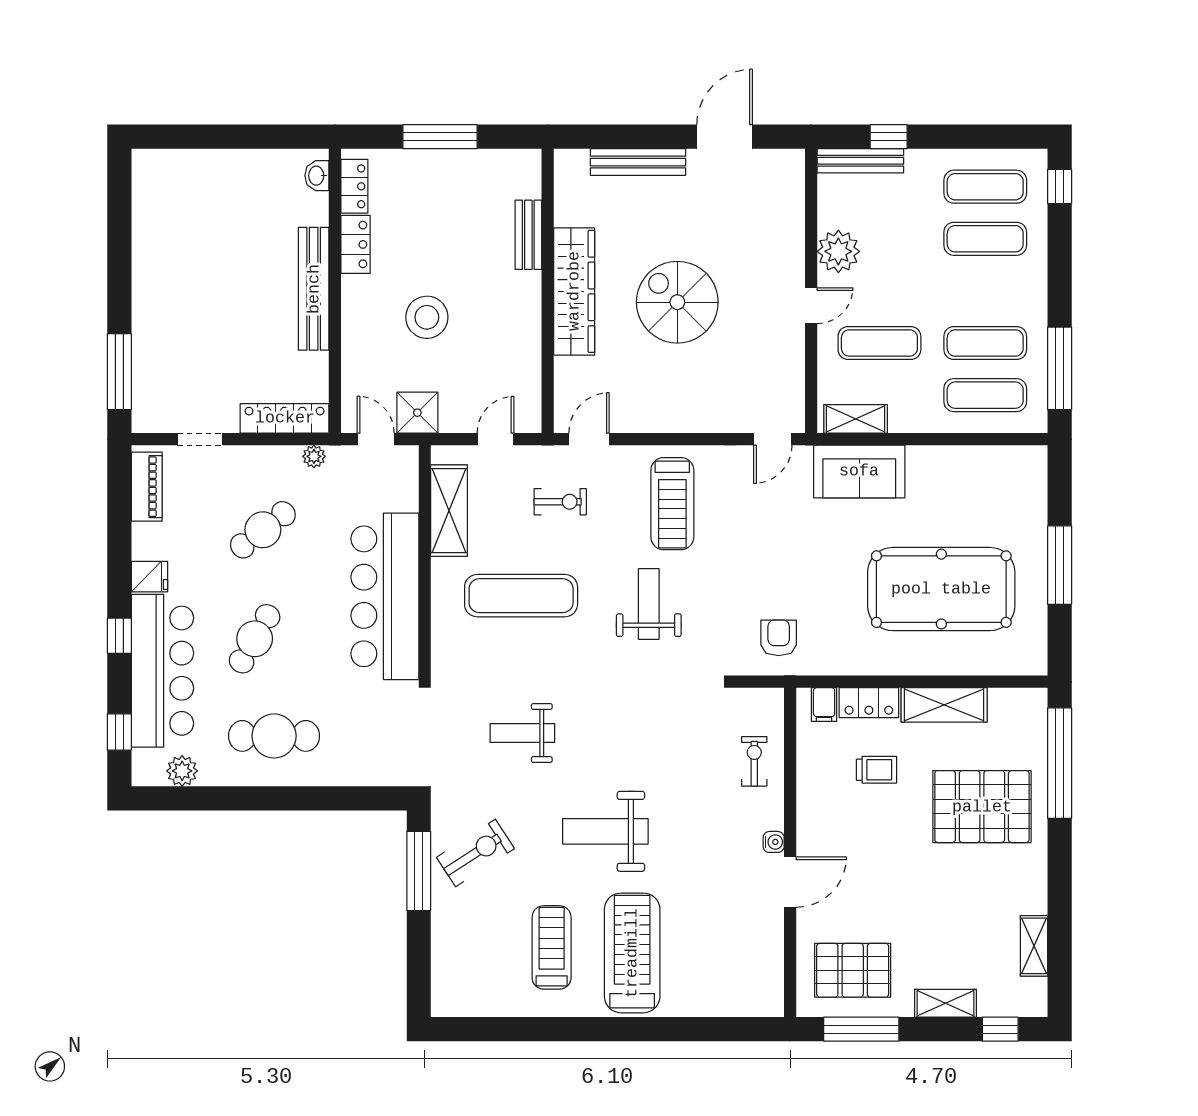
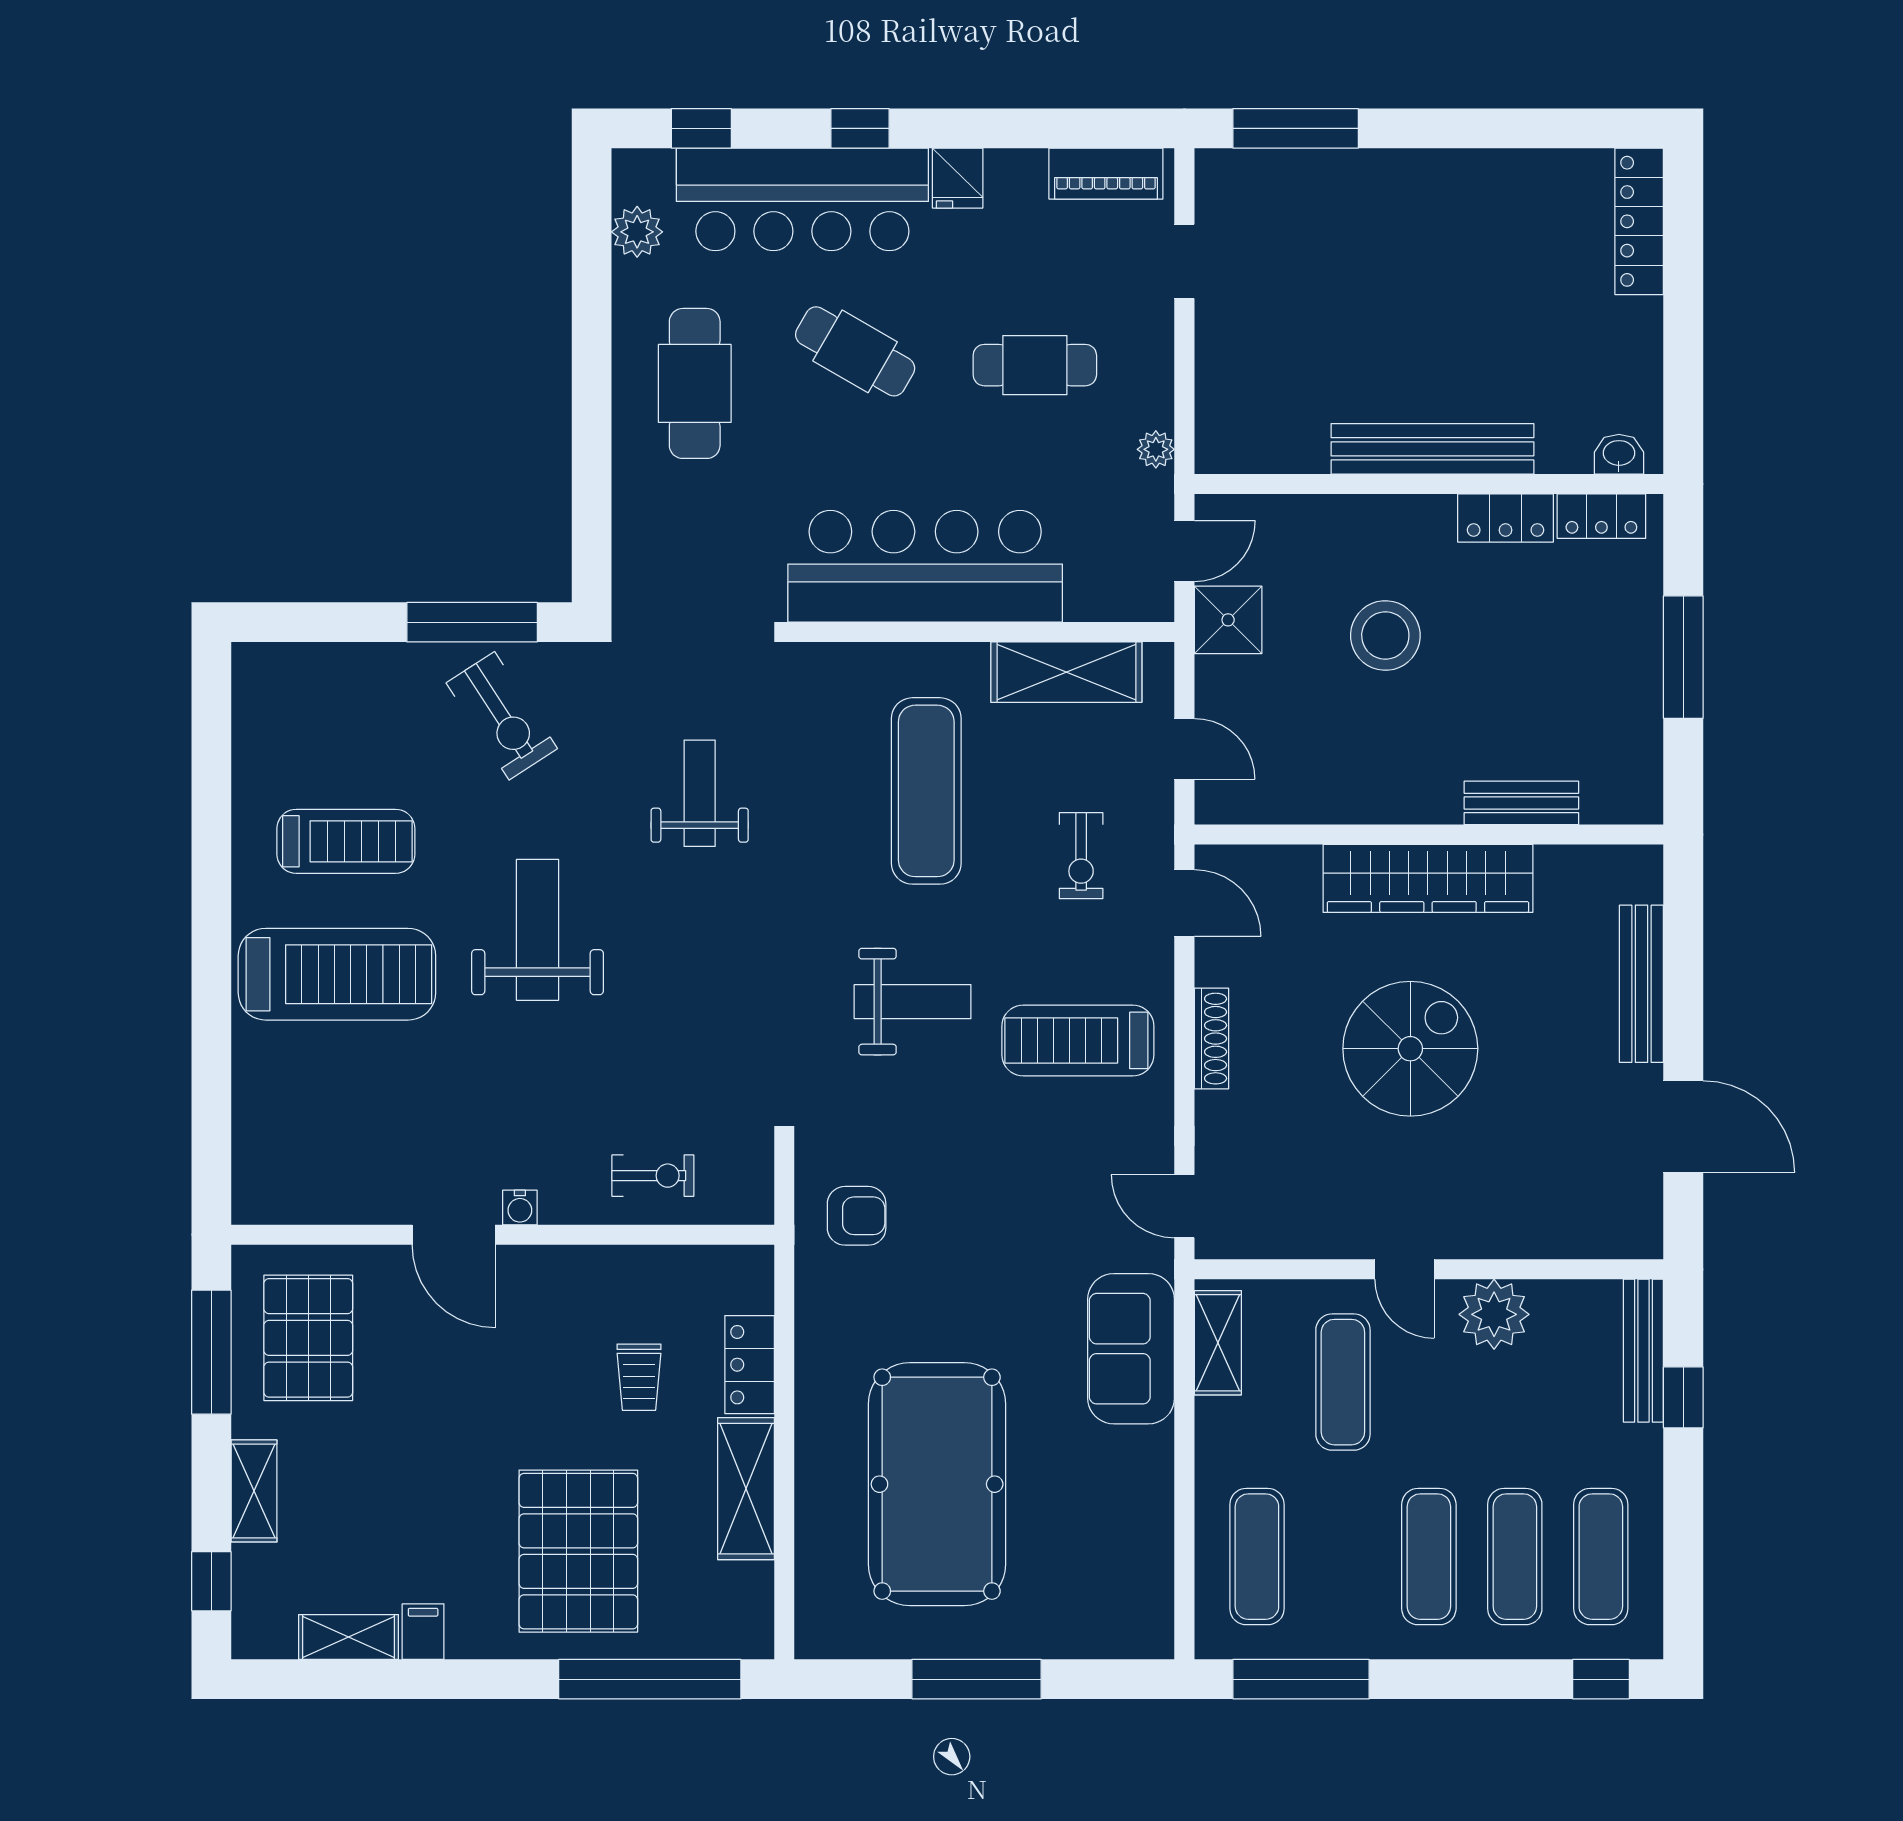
exercise mat: (985, 343) -> (1429, 1557), moved
locker: (285, 418) -> (1639, 221), moved, turned 180
shoe rack: (671, 423) -> (1211, 1039), added
cafe table: (263, 530) -> (1035, 365), turned -52
filing cabinet: (824, 705) -> (423, 1632), moved, turned 90

